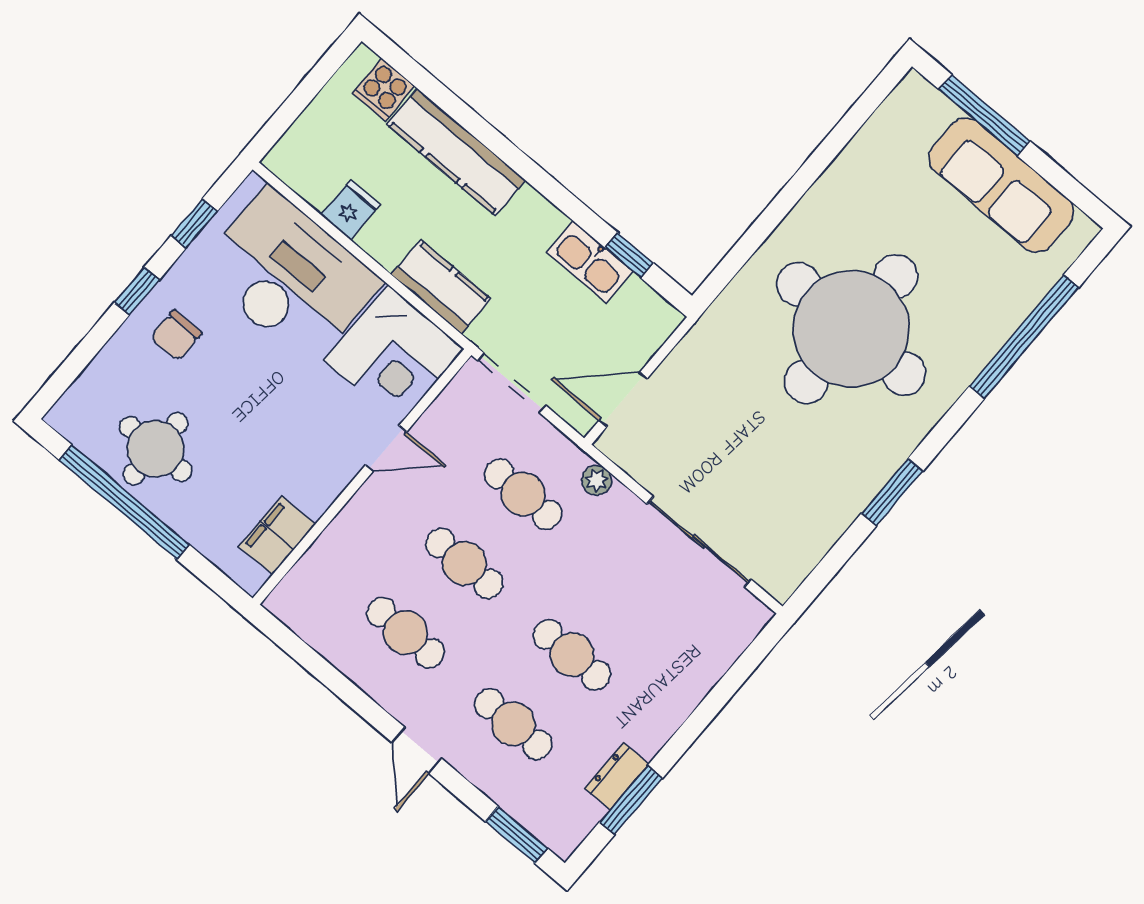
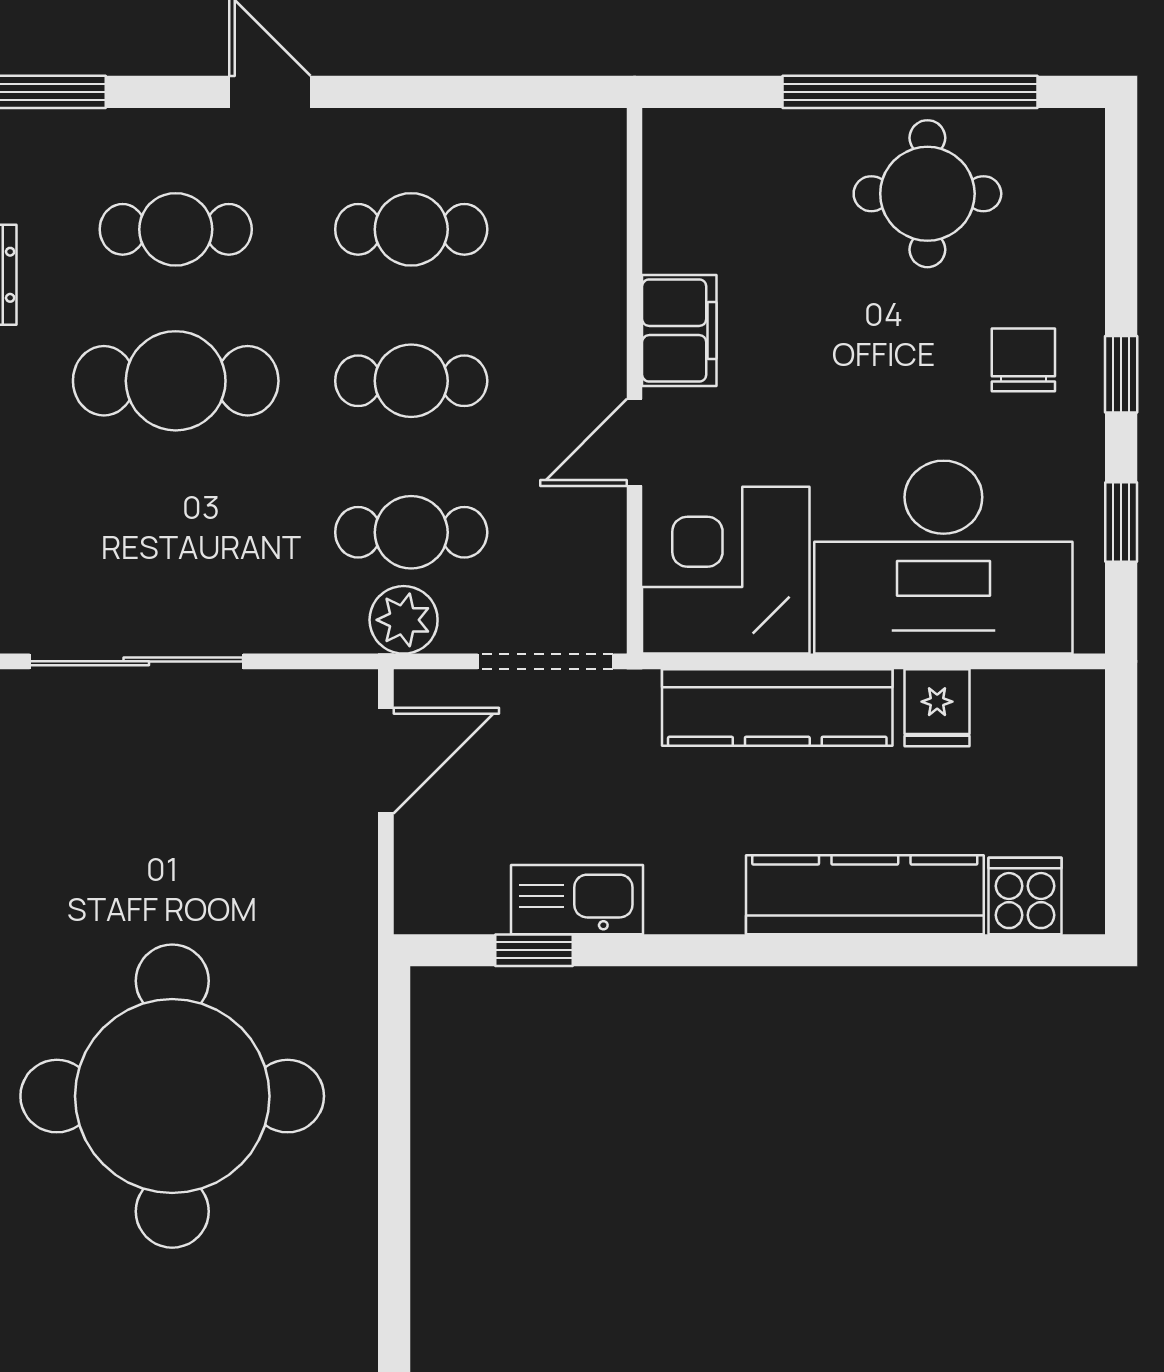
kitchen counter: (441, 287) -> (777, 707), width x1.50
plant: (597, 480) -> (404, 620), moved, width x1.38, depth x1.38
filing cabinet: (277, 535) -> (679, 331), moved
cafe table: (572, 655) -> (176, 381), width x1.37, depth x1.35

